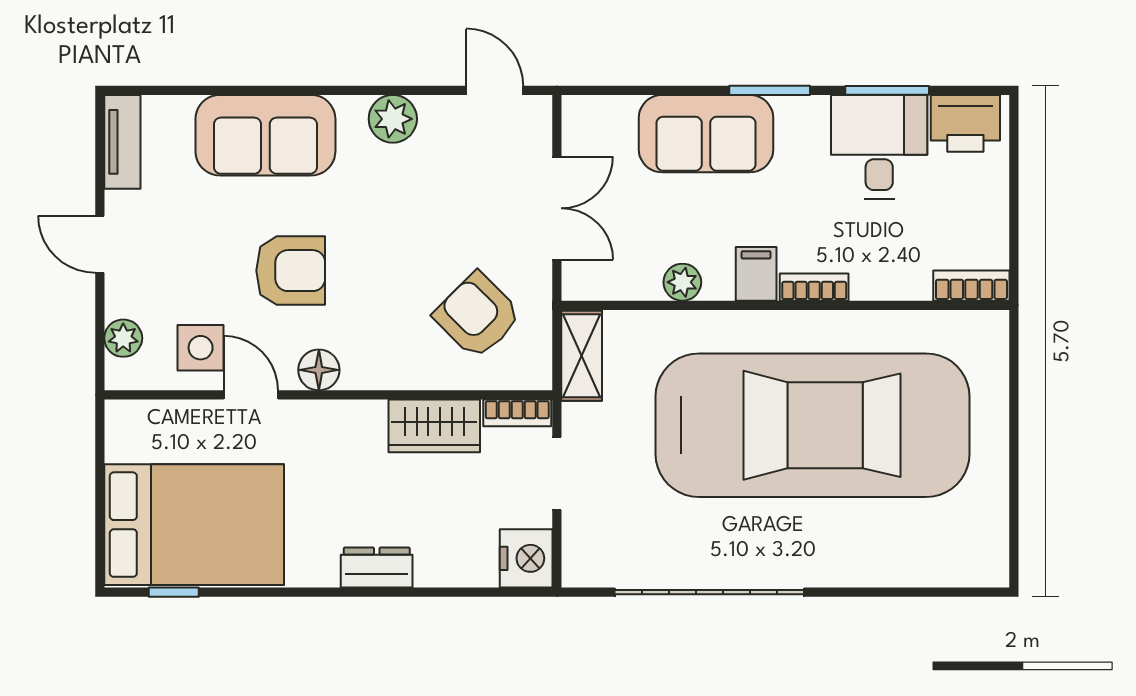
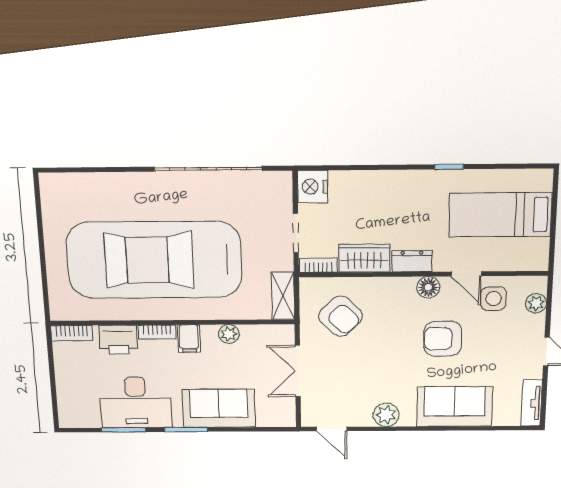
printer: (965, 123) -> (118, 340), moved, turned 180
desk: (879, 147) -> (136, 402), width x1.37
bed: (194, 525) -> (500, 215), width x0.67
dresser: (377, 568) -> (412, 261), moved, turned 180
window: (174, 592) -> (449, 167), moved

